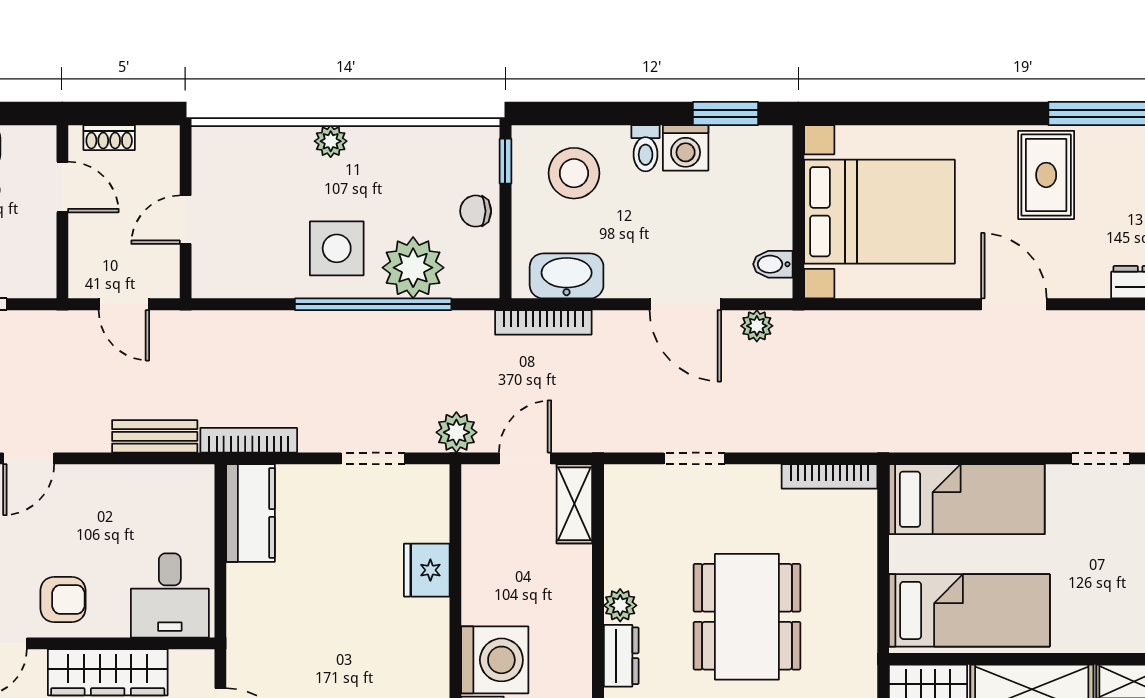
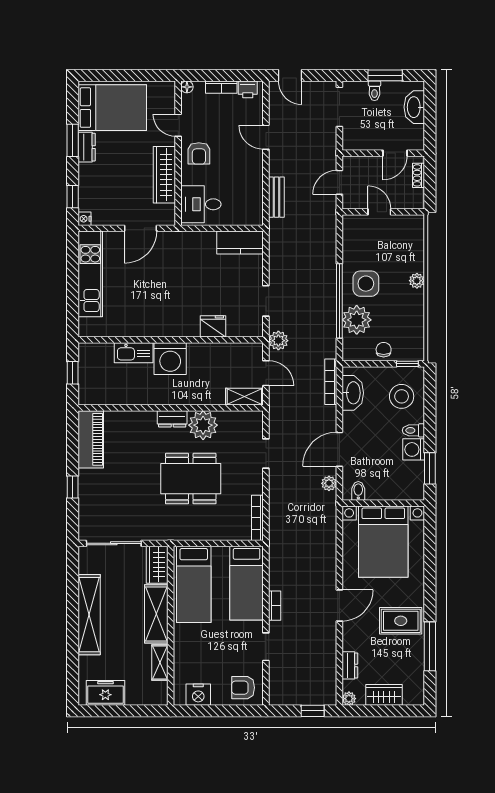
bookcase: (249, 440) -> (275, 606), moved, width x0.64
plant: (620, 605) -> (203, 425), width x1.87, depth x1.87

